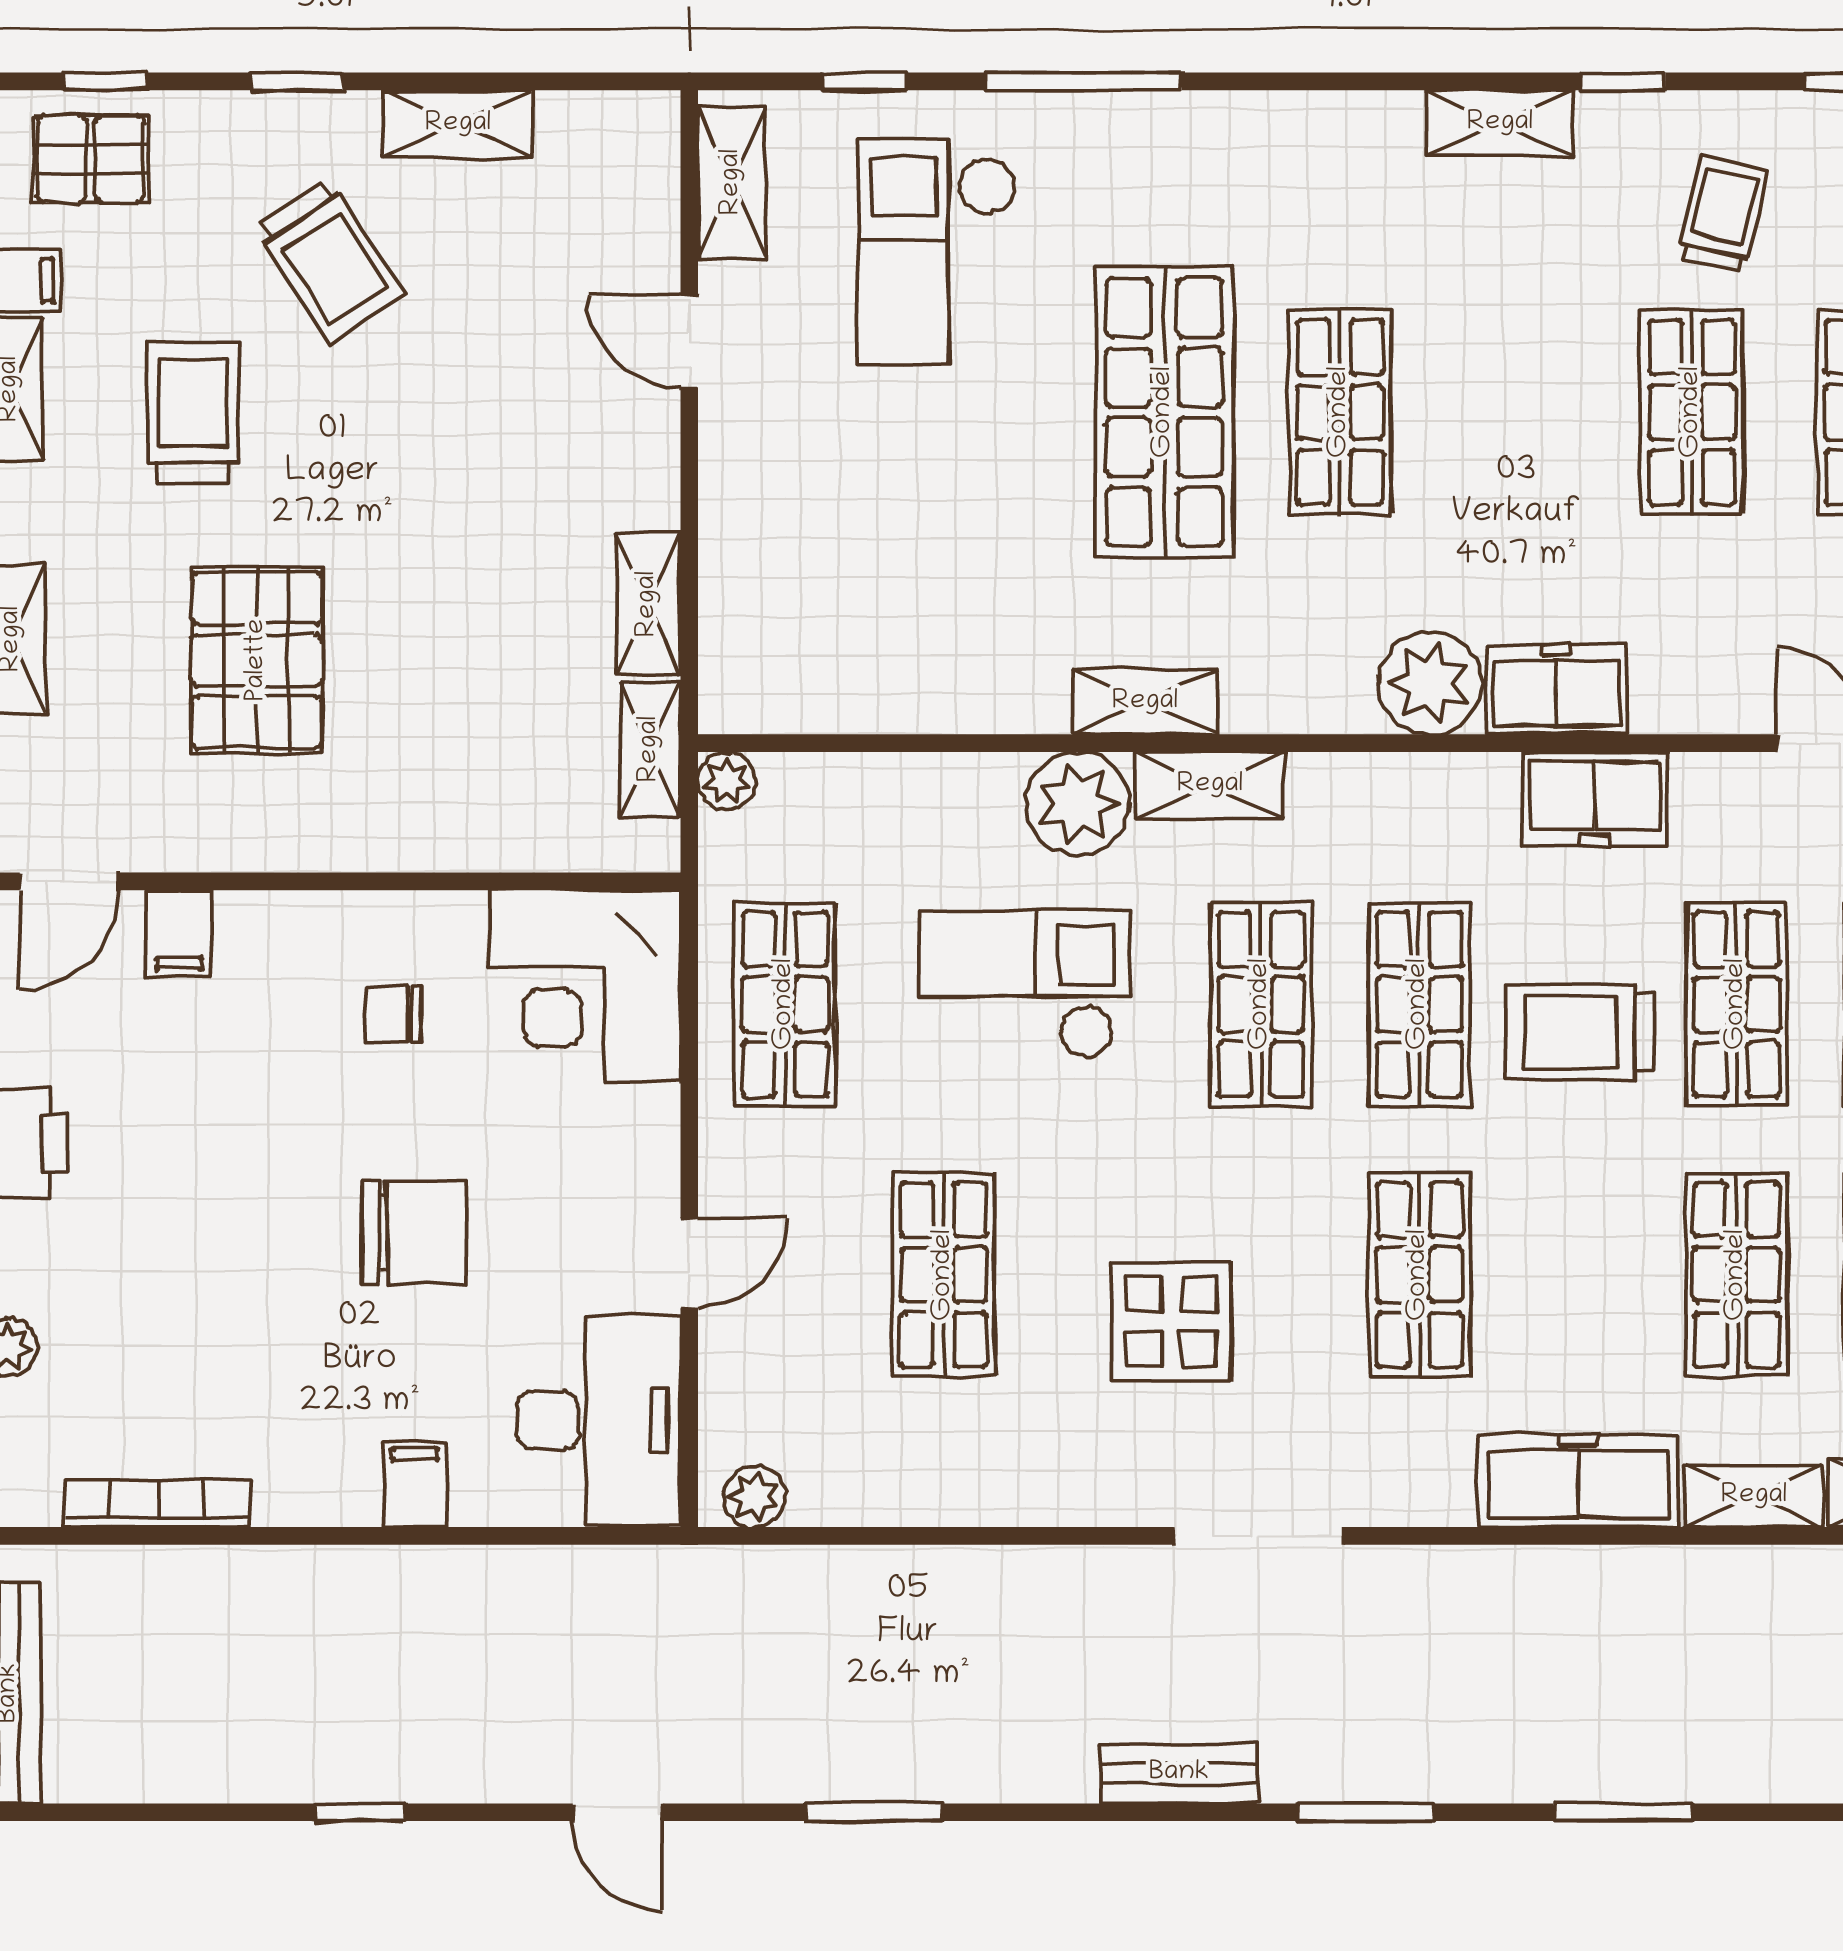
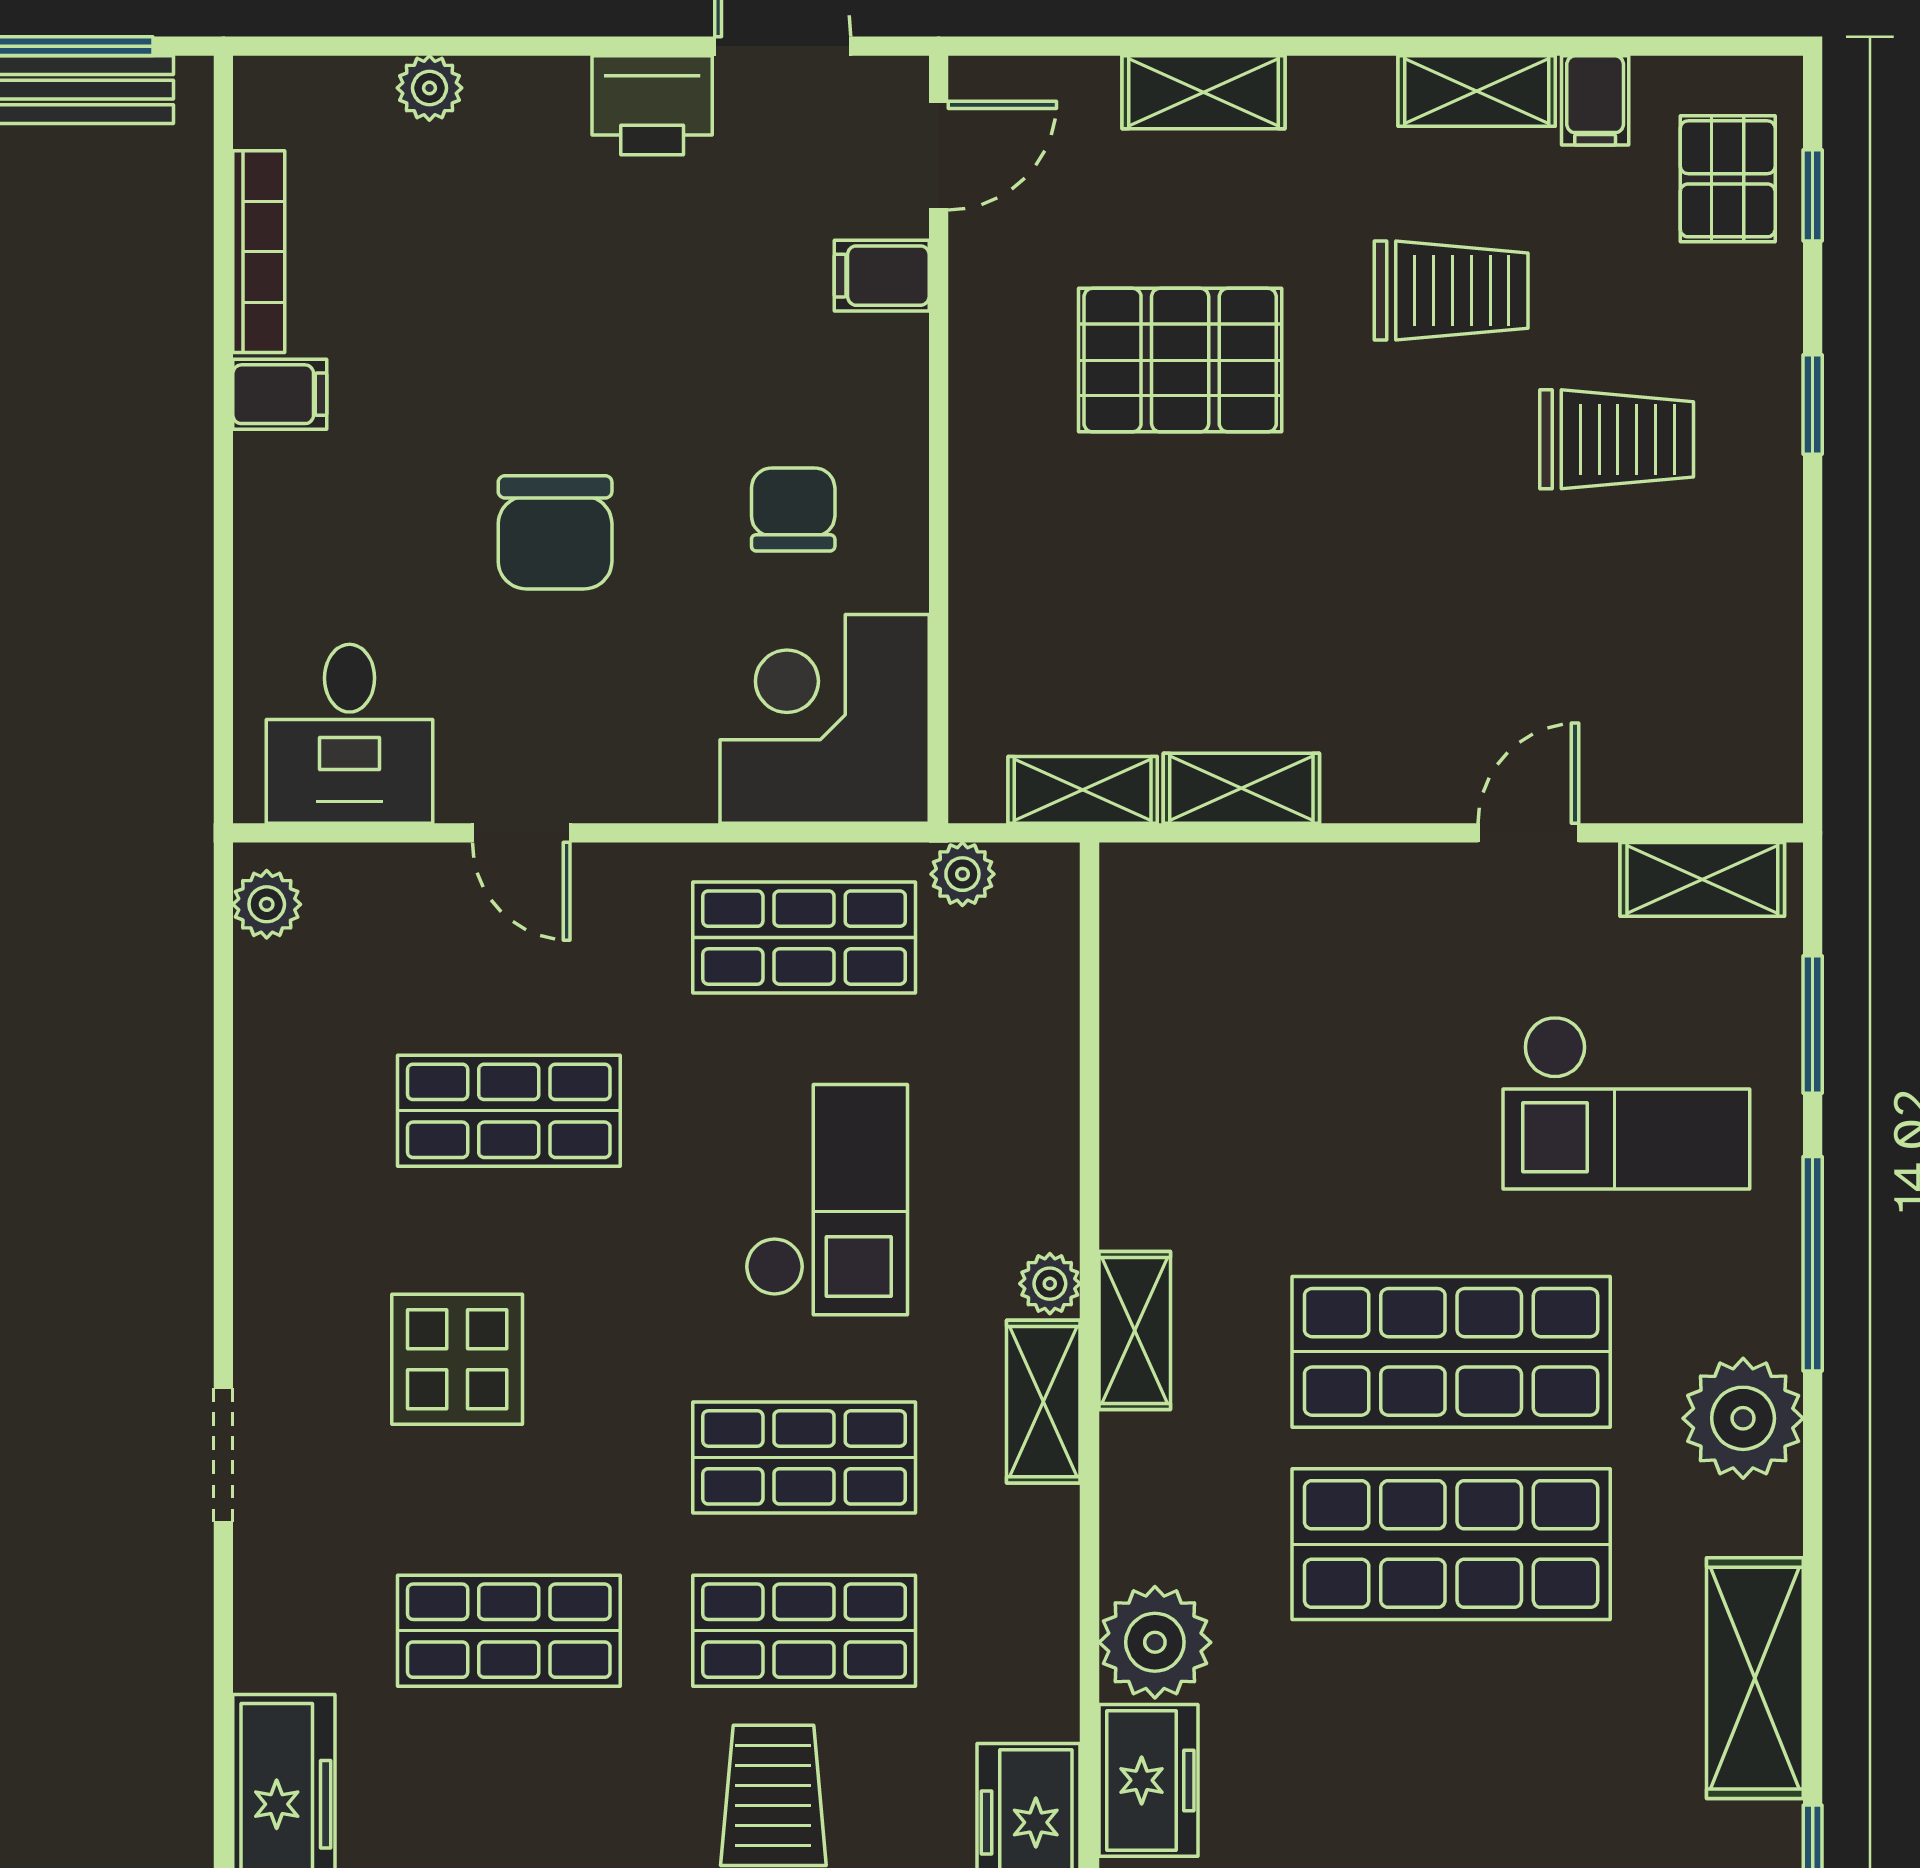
window: (865, 81) -> (1813, 1024), width x1.50
shelving: (1500, 123) -> (1755, 1678), width x1.50, depth x1.33
shelving: (458, 124) -> (1767, 580), removed
plant: (1225, 145) -> (1743, 1418), added
checkout: (936, 252) -> (1626, 1103), turned 180
trolley: (329, 261) -> (1617, 439), turned -147
shop shelf: (1340, 412) -> (1451, 1544), width x1.43, depth x1.36
plant: (727, 781) -> (962, 874), moved
plant: (1078, 804) -> (1050, 1284), width x0.53, depth x0.53
door: (69, 881) -> (939, 156), swing flipped
chair: (393, 1014) -> (793, 510), width x1.37, depth x1.37
desk: (599, 1420) -> (350, 734), width x0.73
filing cabinet: (415, 1484) -> (280, 394), moved
doorway: (1259, 1536) -> (223, 1455), width x0.73

